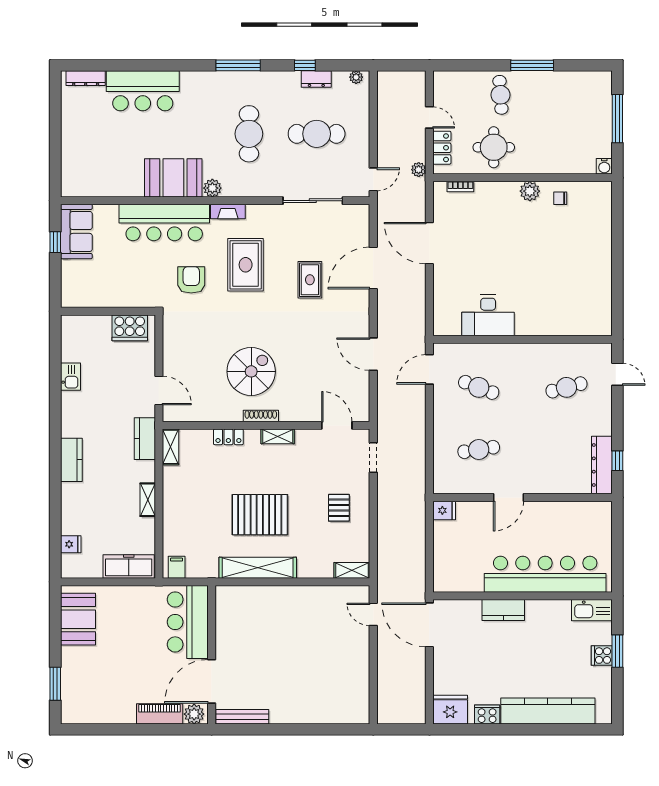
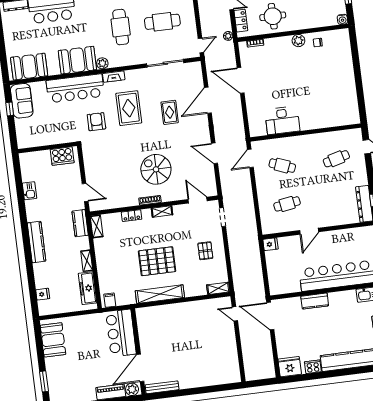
booth: (95, 178) -> (29, 67), added
spiral stairs: (251, 371) -> (156, 169), moved, turned -90
kitchen counter: (71, 460) -> (36, 242), width x1.50
freezer: (129, 566) -> (88, 288), moved, turned -90

